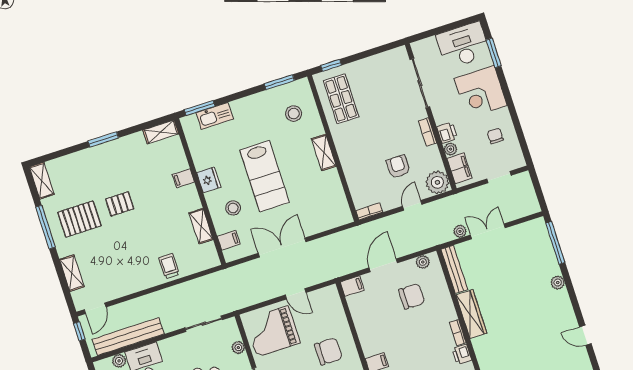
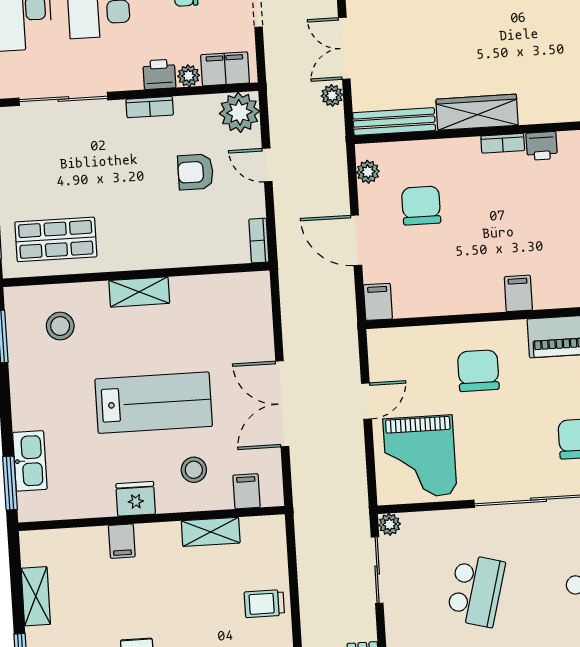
shelving: (161, 132) -> (36, 596), moved
plant: (238, 348) -> (390, 524), moved

